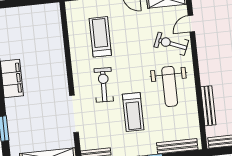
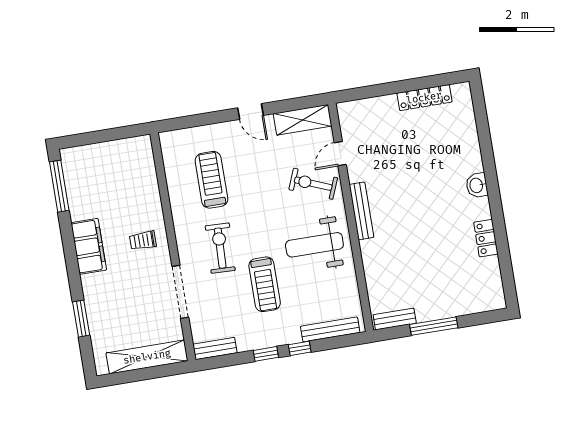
trolley: (50, 76) -> (143, 240), added
weight bench: (170, 86) -> (314, 245), turned 90
bench: (208, 106) -> (361, 211), moved

